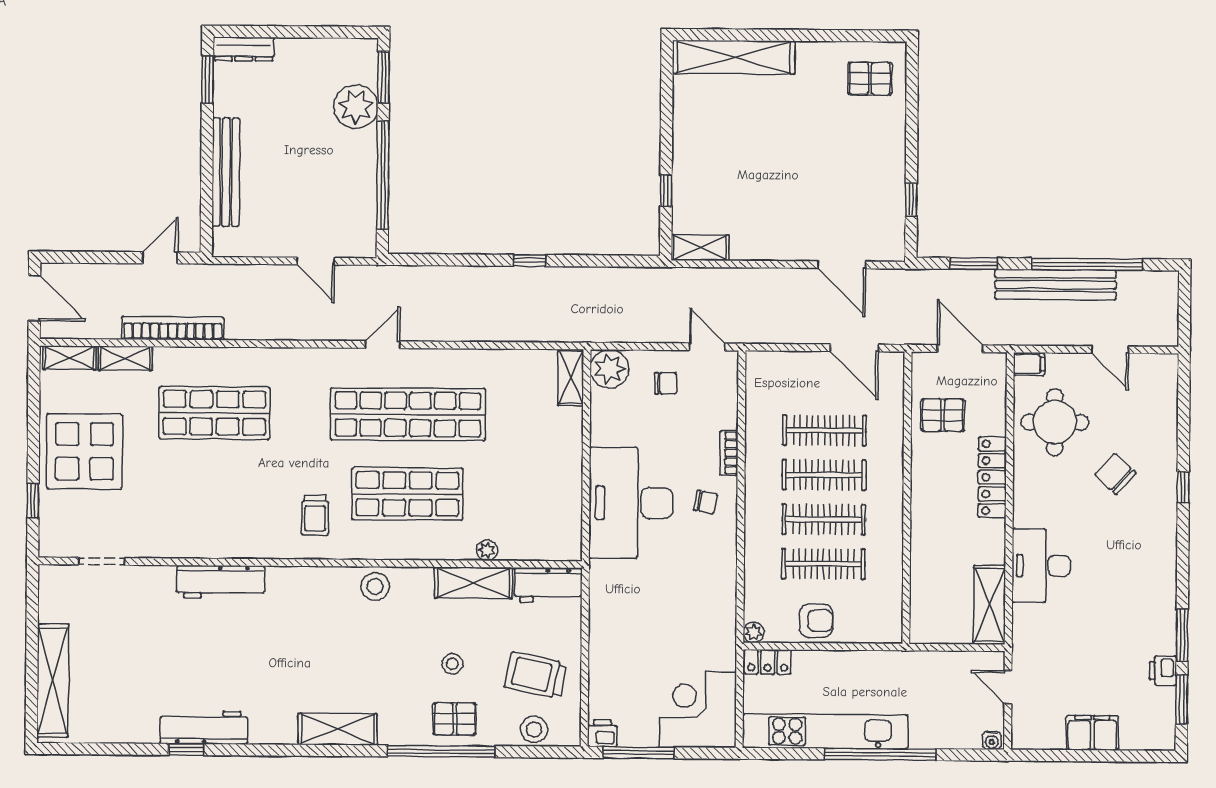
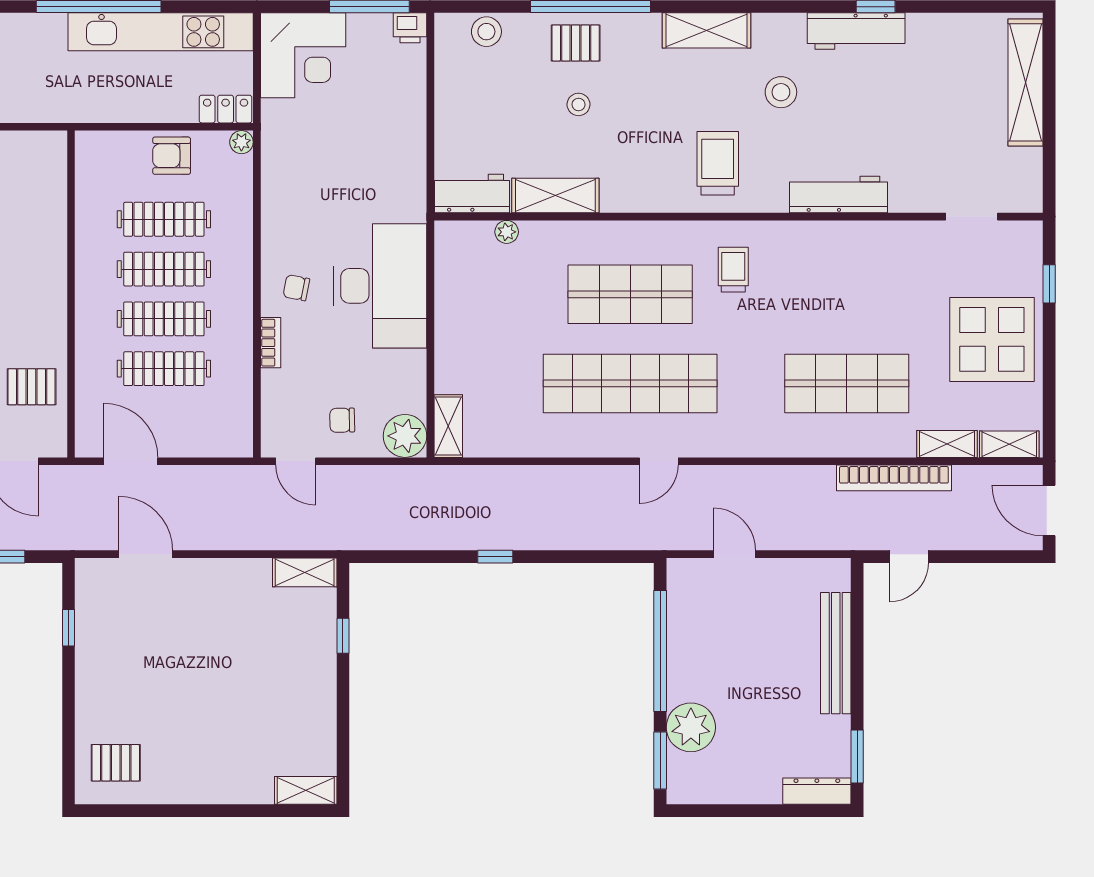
shelving: (734, 57) -> (306, 790), width x0.45, depth x0.75
plant: (487, 550) -> (507, 232), moved
stool: (375, 586) -> (781, 92), moved
trolley: (536, 675) -> (718, 163), moved, turned -102

